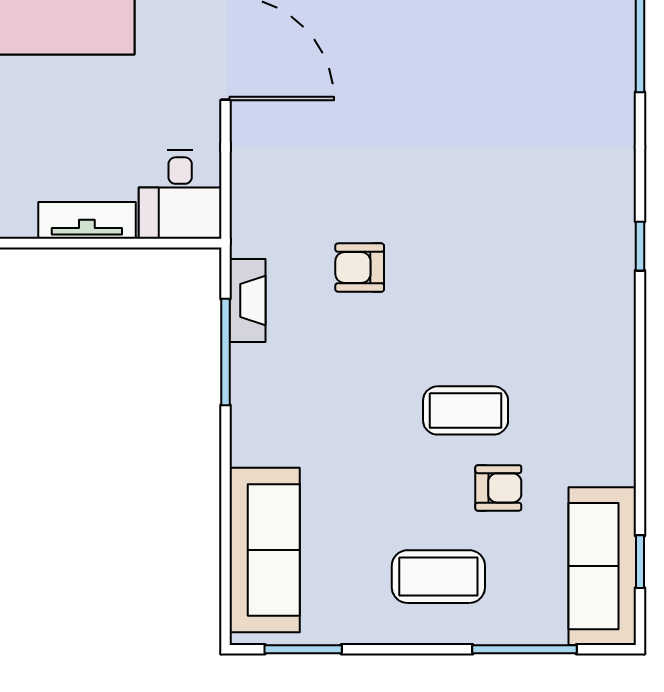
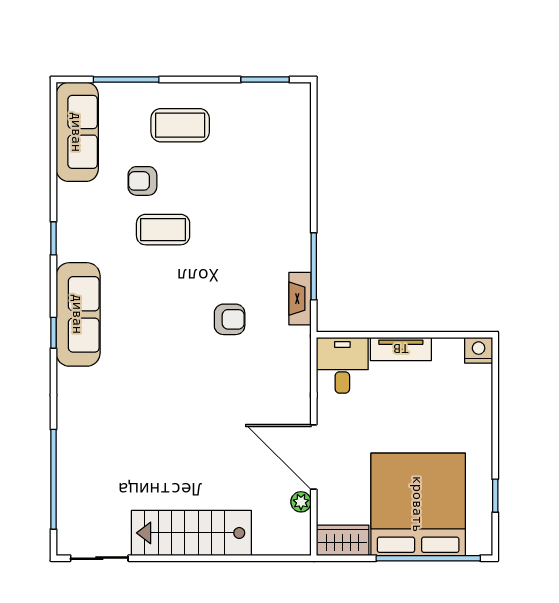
sofa: (265, 550) -> (78, 314), moved, turned 180
window: (640, 562) -> (53, 238), moved

